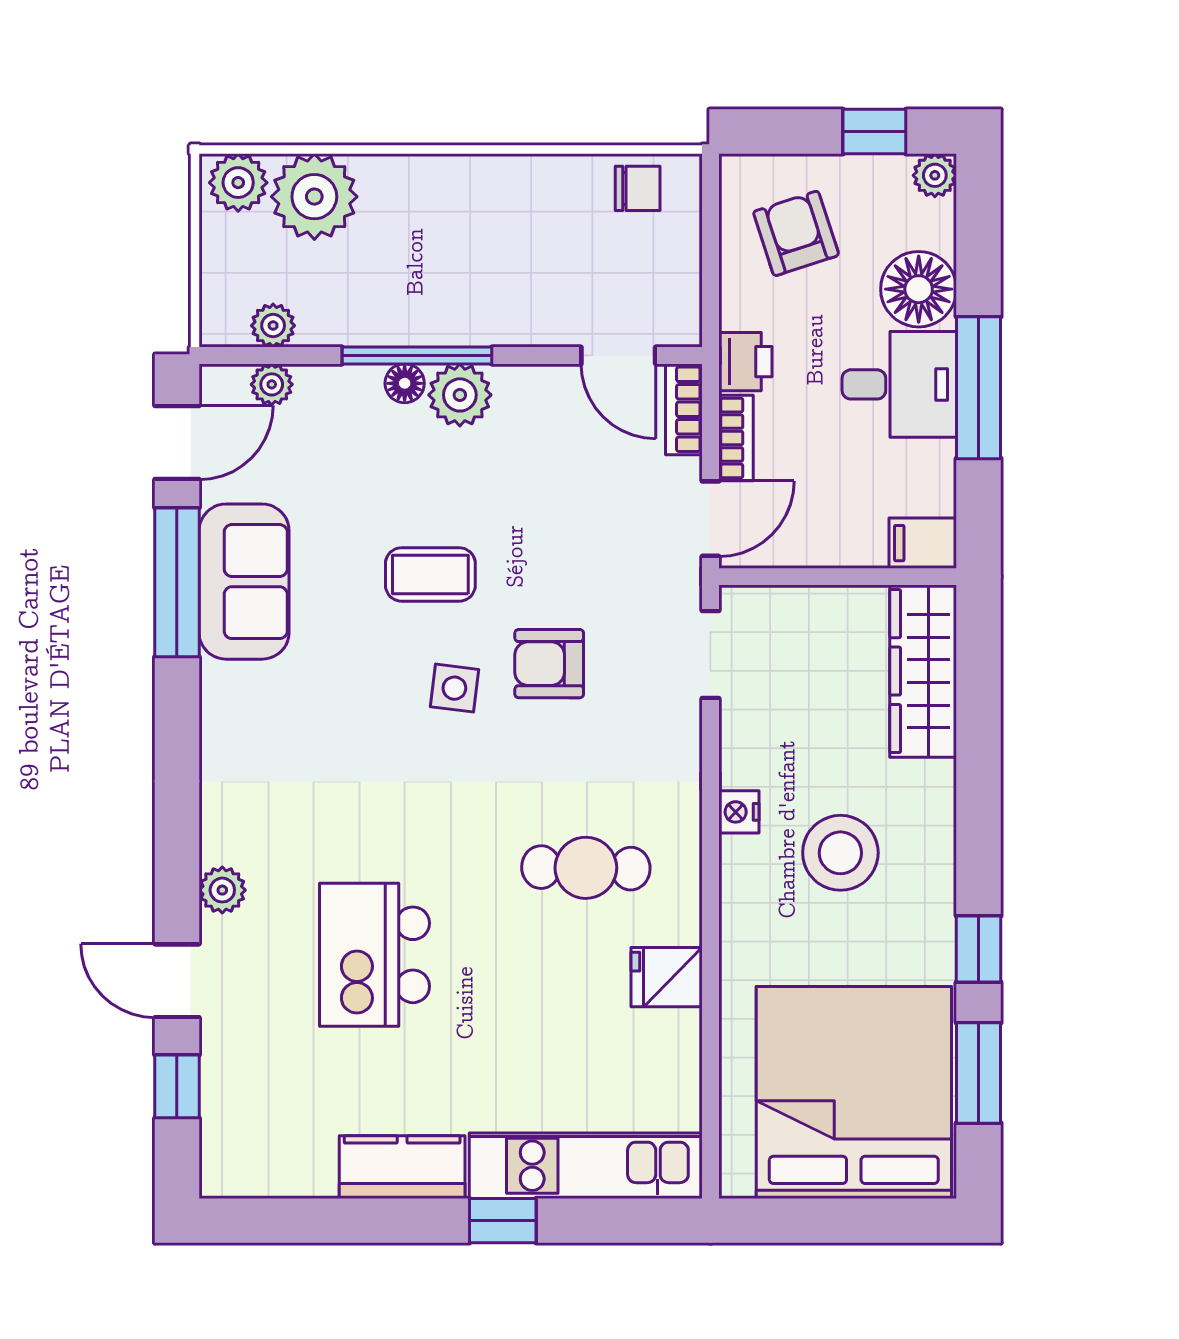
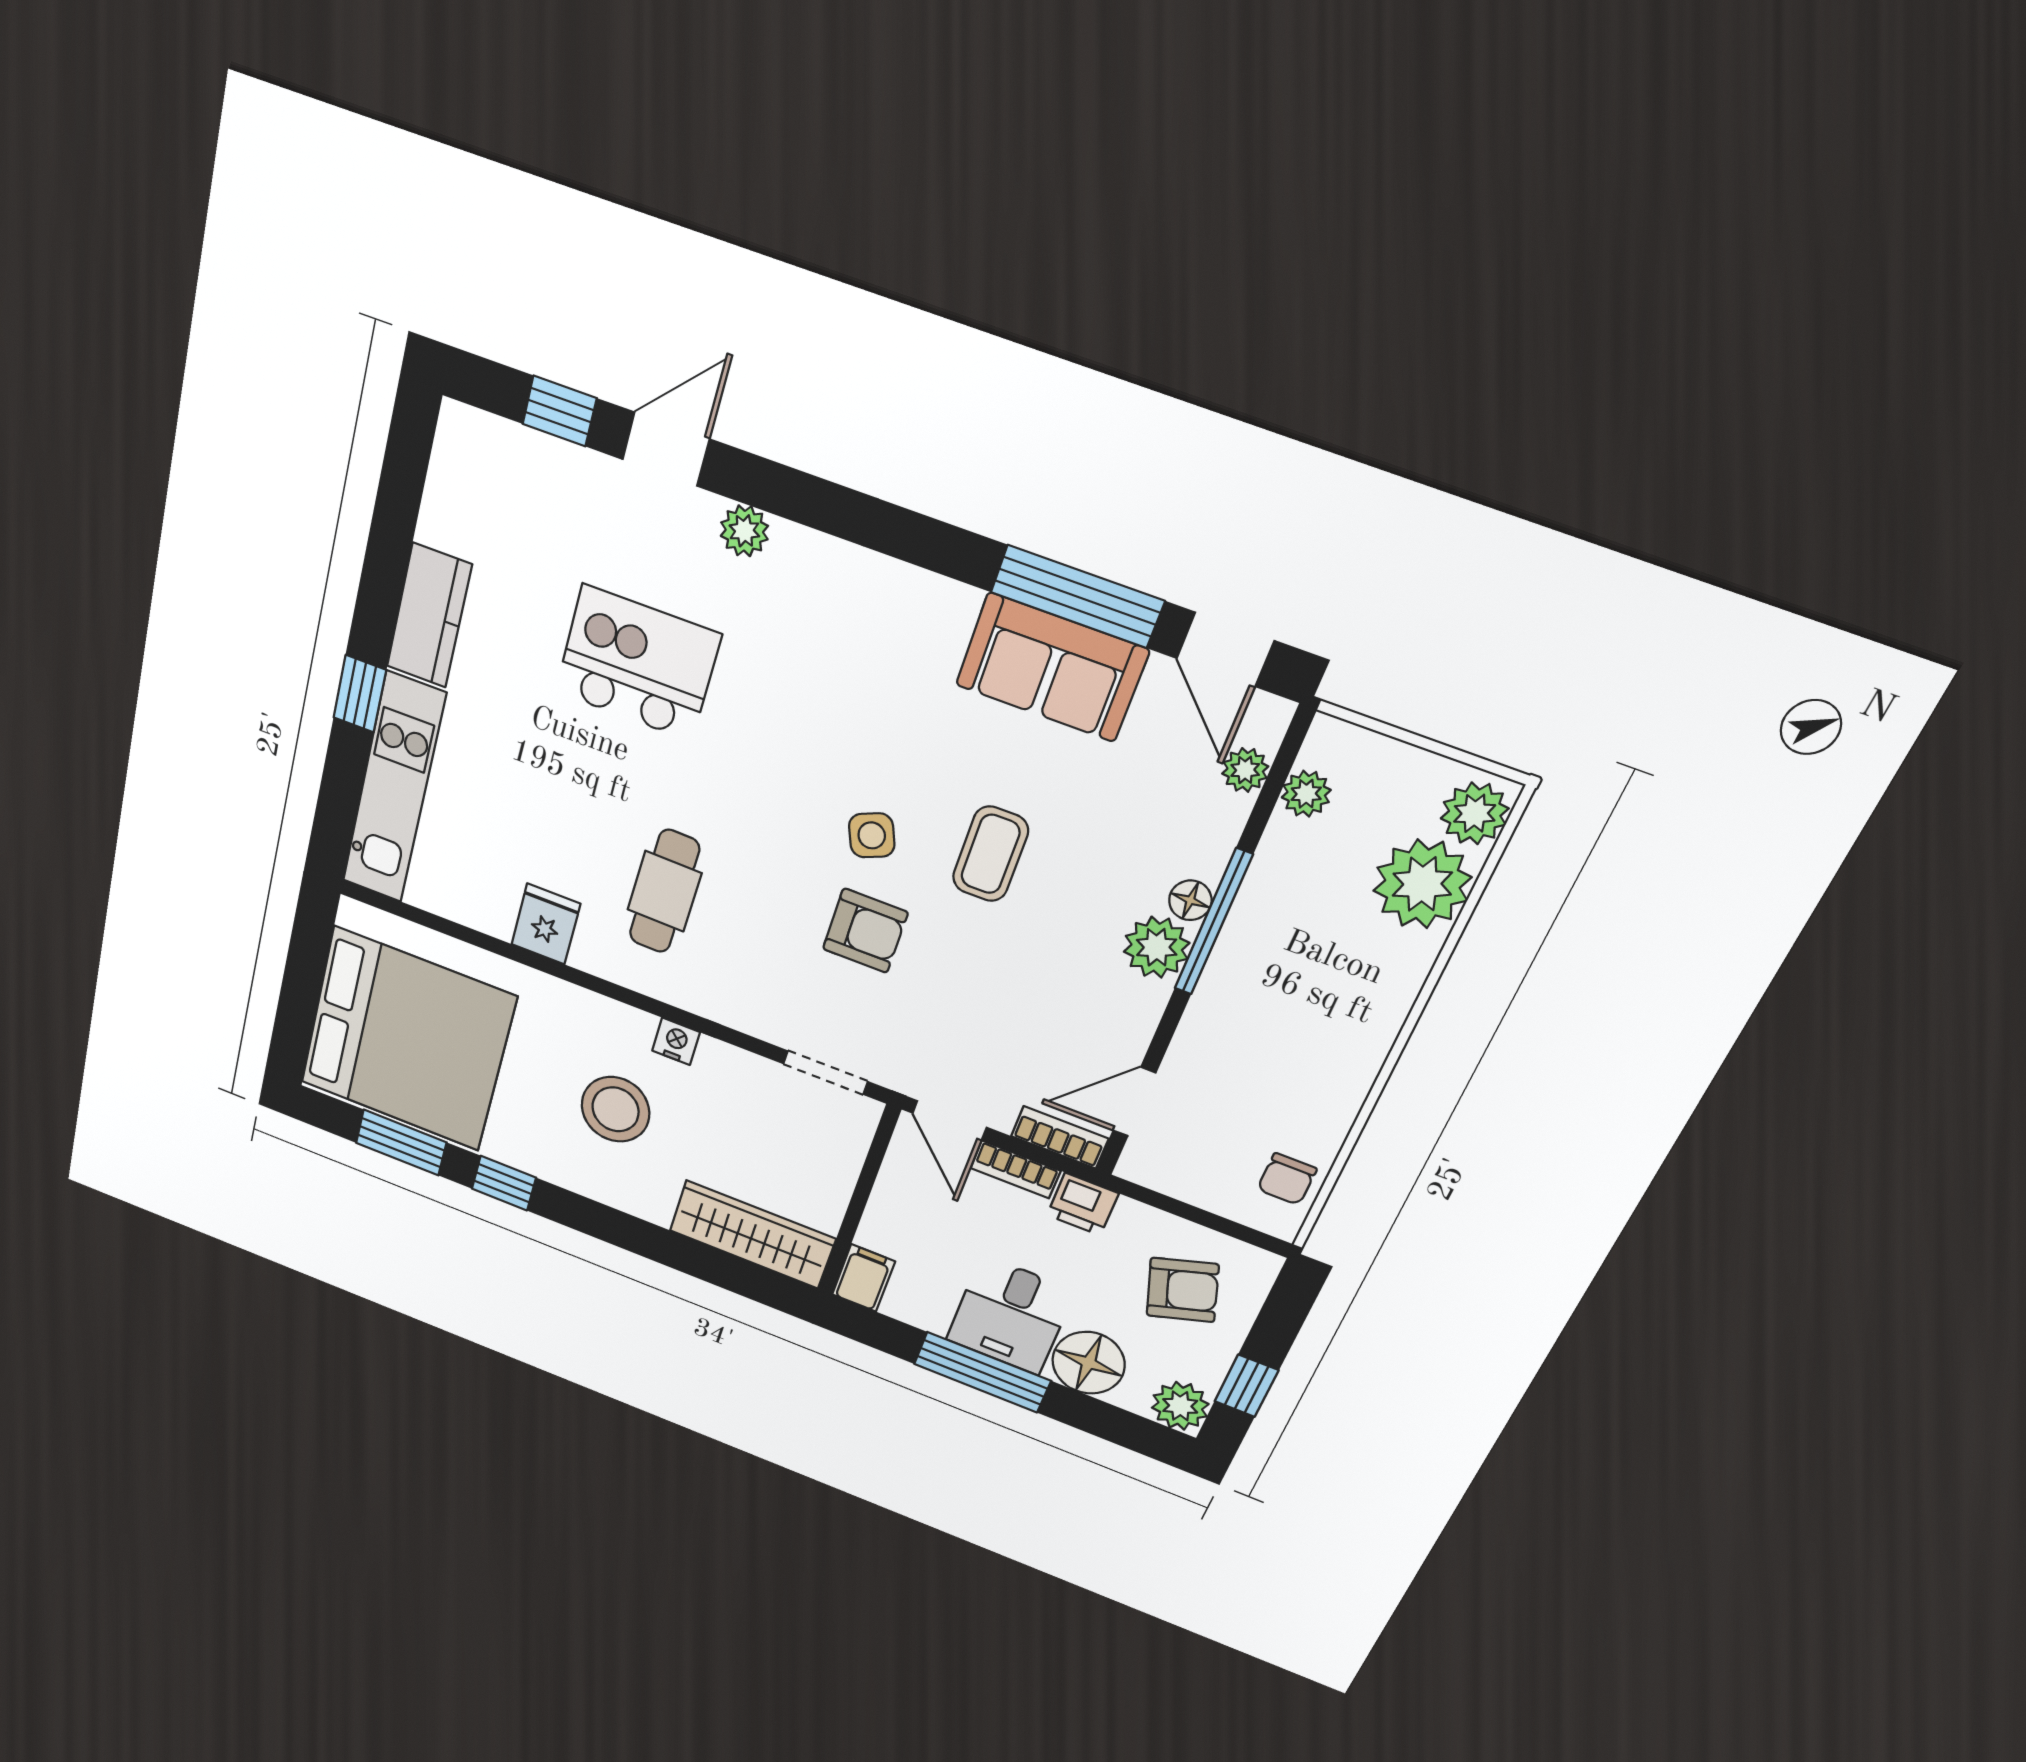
plant: (935, 175) -> (1180, 1406), width x1.38, depth x1.38
armchair: (549, 664) -> (865, 931), turned 90
side table: (454, 688) -> (872, 835), turned -30

